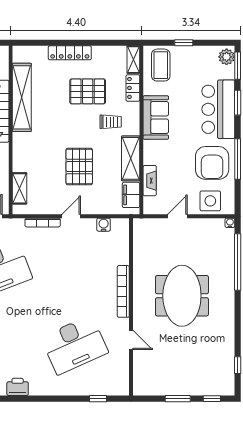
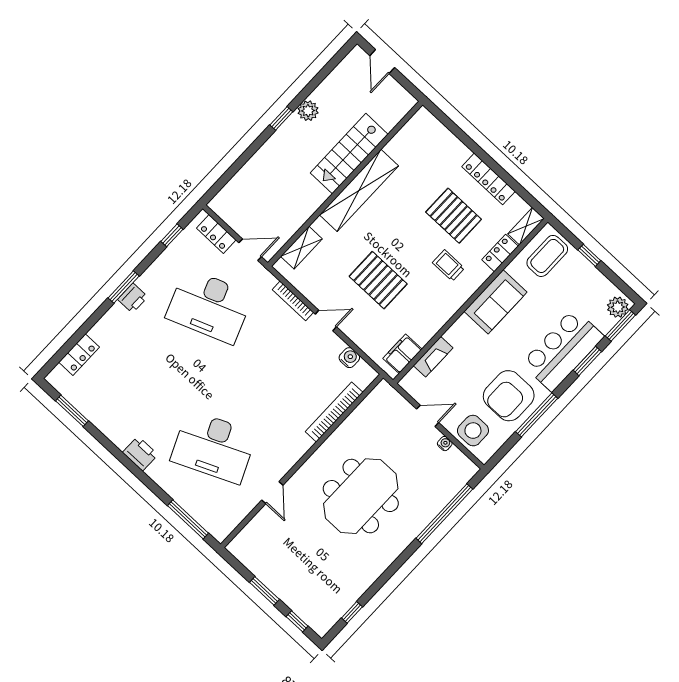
locker: (70, 53) -> (488, 179), moved
shelving: (22, 97) -> (359, 190), moved
trolley: (111, 122) -> (449, 265), turned 180
shelving: (131, 158) -> (435, 318), removed
pallet: (79, 167) -> (378, 280), turned 90
water cooler: (230, 223) -> (445, 444), moved
bookcase: (123, 291) -> (334, 412), moved
printer: (18, 387) -> (140, 454), moved
window: (98, 399) -> (188, 519), width x2.17

